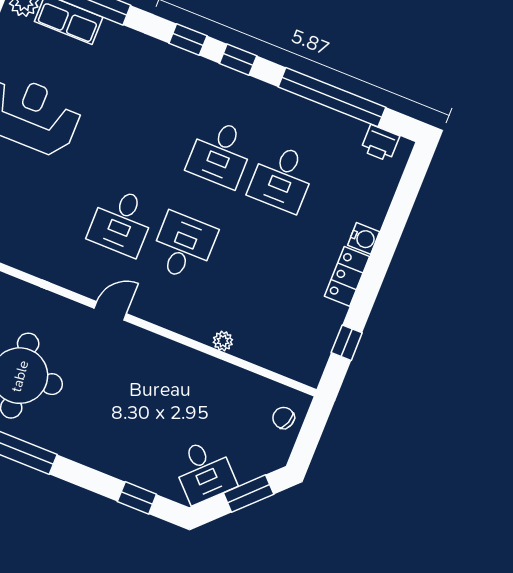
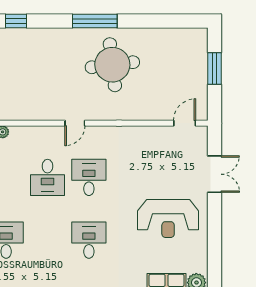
desk: (220, 153) -> (89, 240), moved

